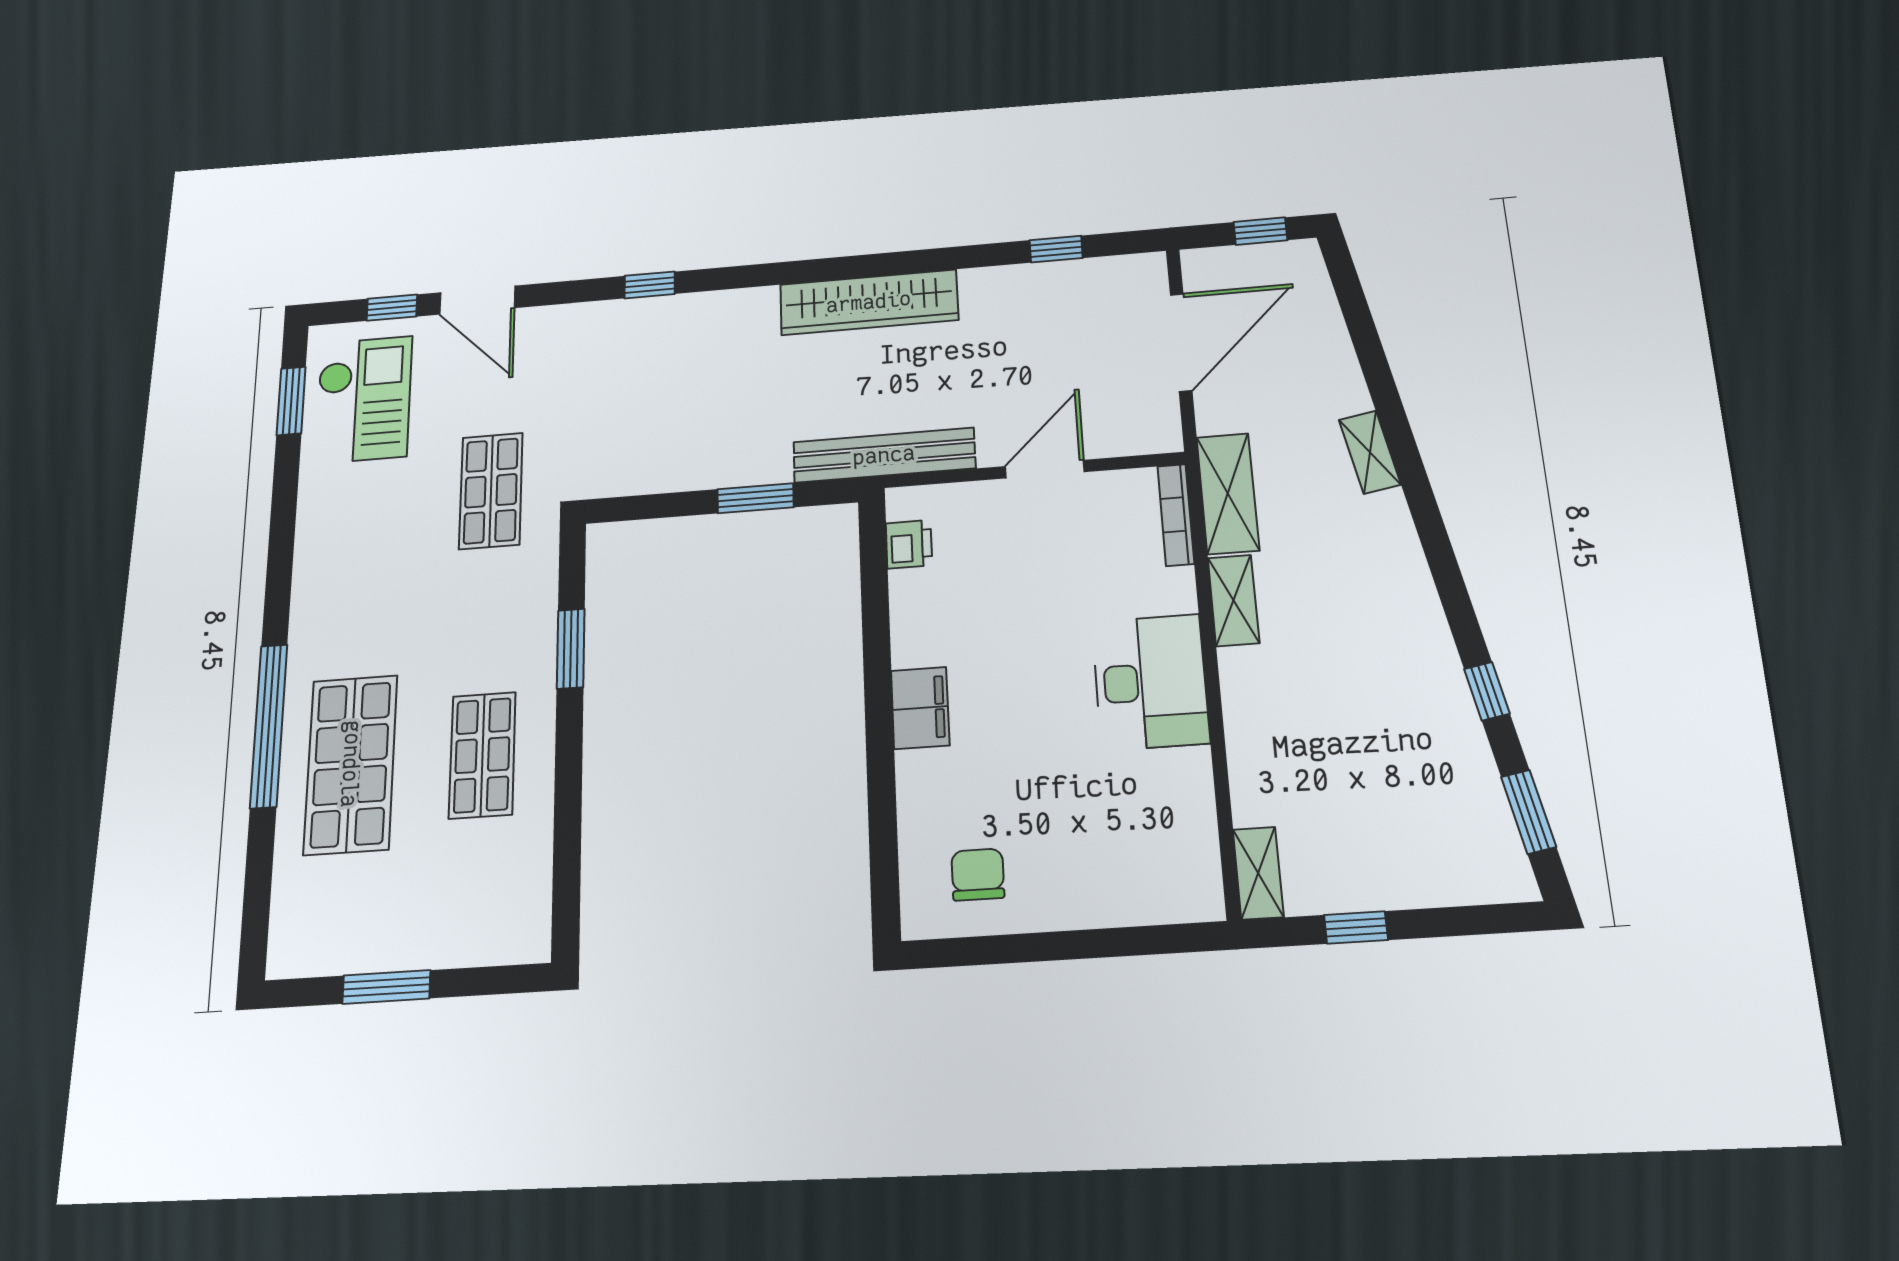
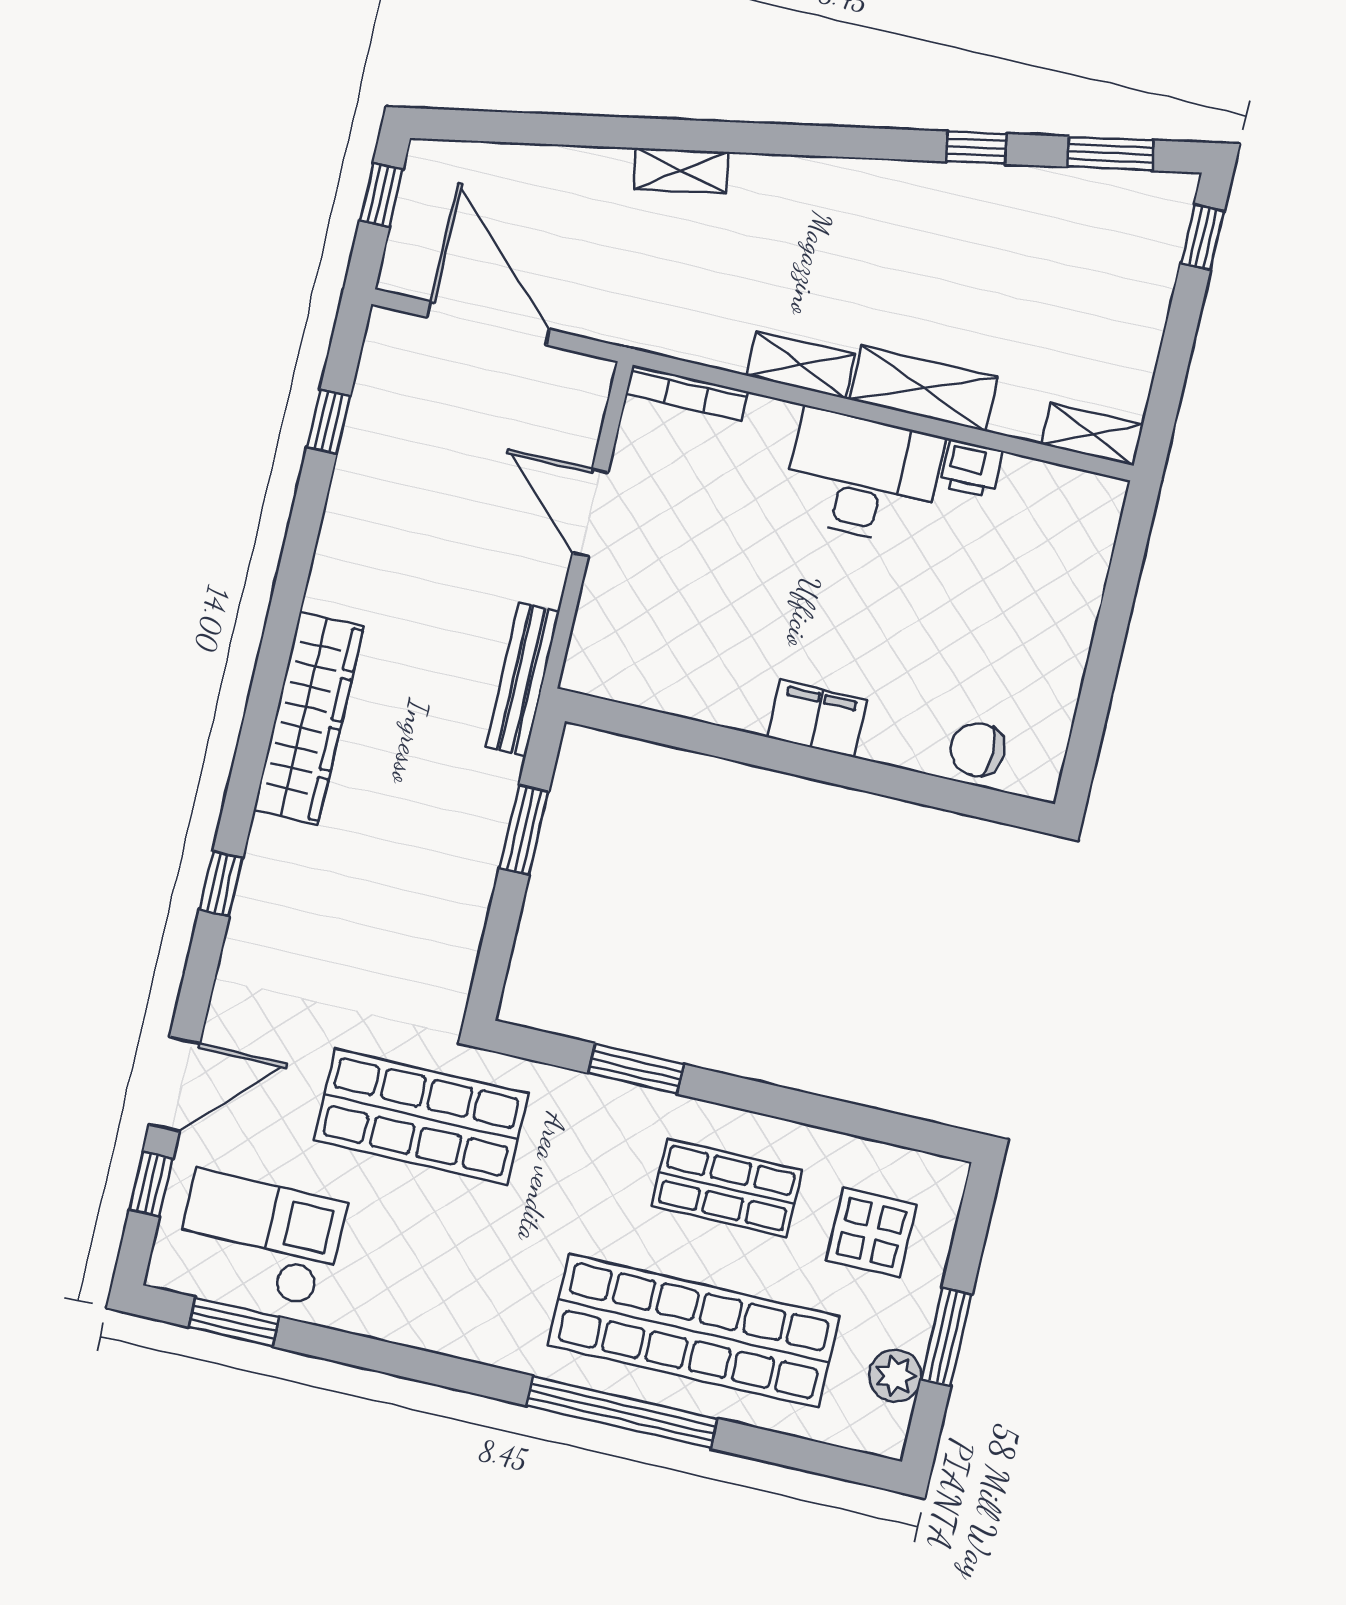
wardrobe: (869, 302) -> (309, 718), moved
bench: (884, 455) -> (522, 679), width x0.73, depth x0.82
shop shelf: (491, 491) -> (421, 1117), width x1.43, depth x1.36
shelving: (1228, 494) -> (924, 388), moved
printer: (909, 544) -> (971, 469), moved, turned 180
shop shelf: (351, 764) -> (694, 1331), width x1.40
chair: (978, 875) -> (977, 749), moved
display table: (468, 892) -> (871, 1233), added
window: (1356, 927) -> (1202, 237), moved
plant: (342, 951) -> (895, 1376), added

